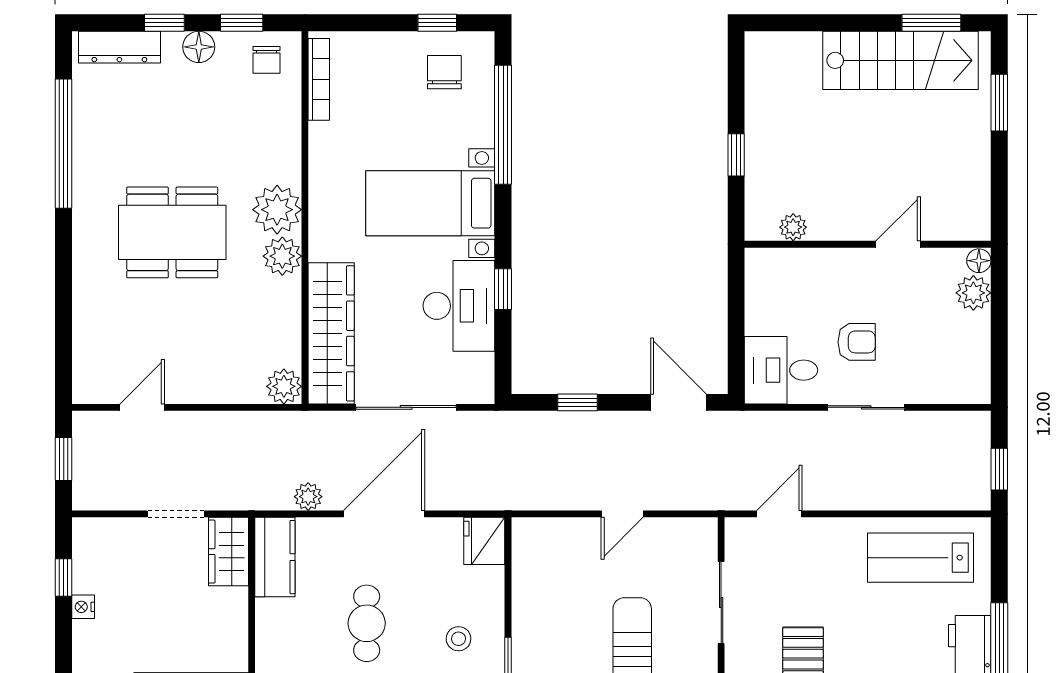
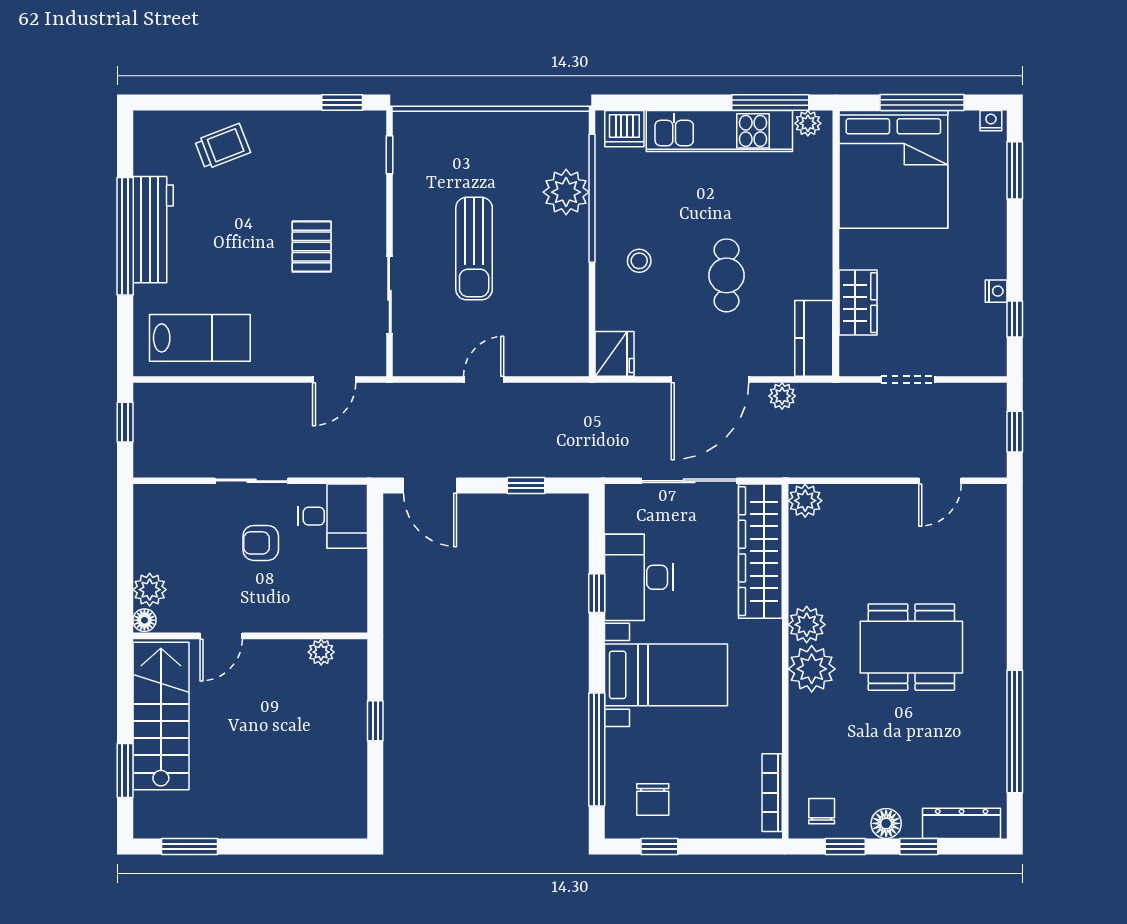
stairs: (900, 60) -> (161, 716), moved, turned 90
wardrobe: (228, 552) -> (858, 303), moved

